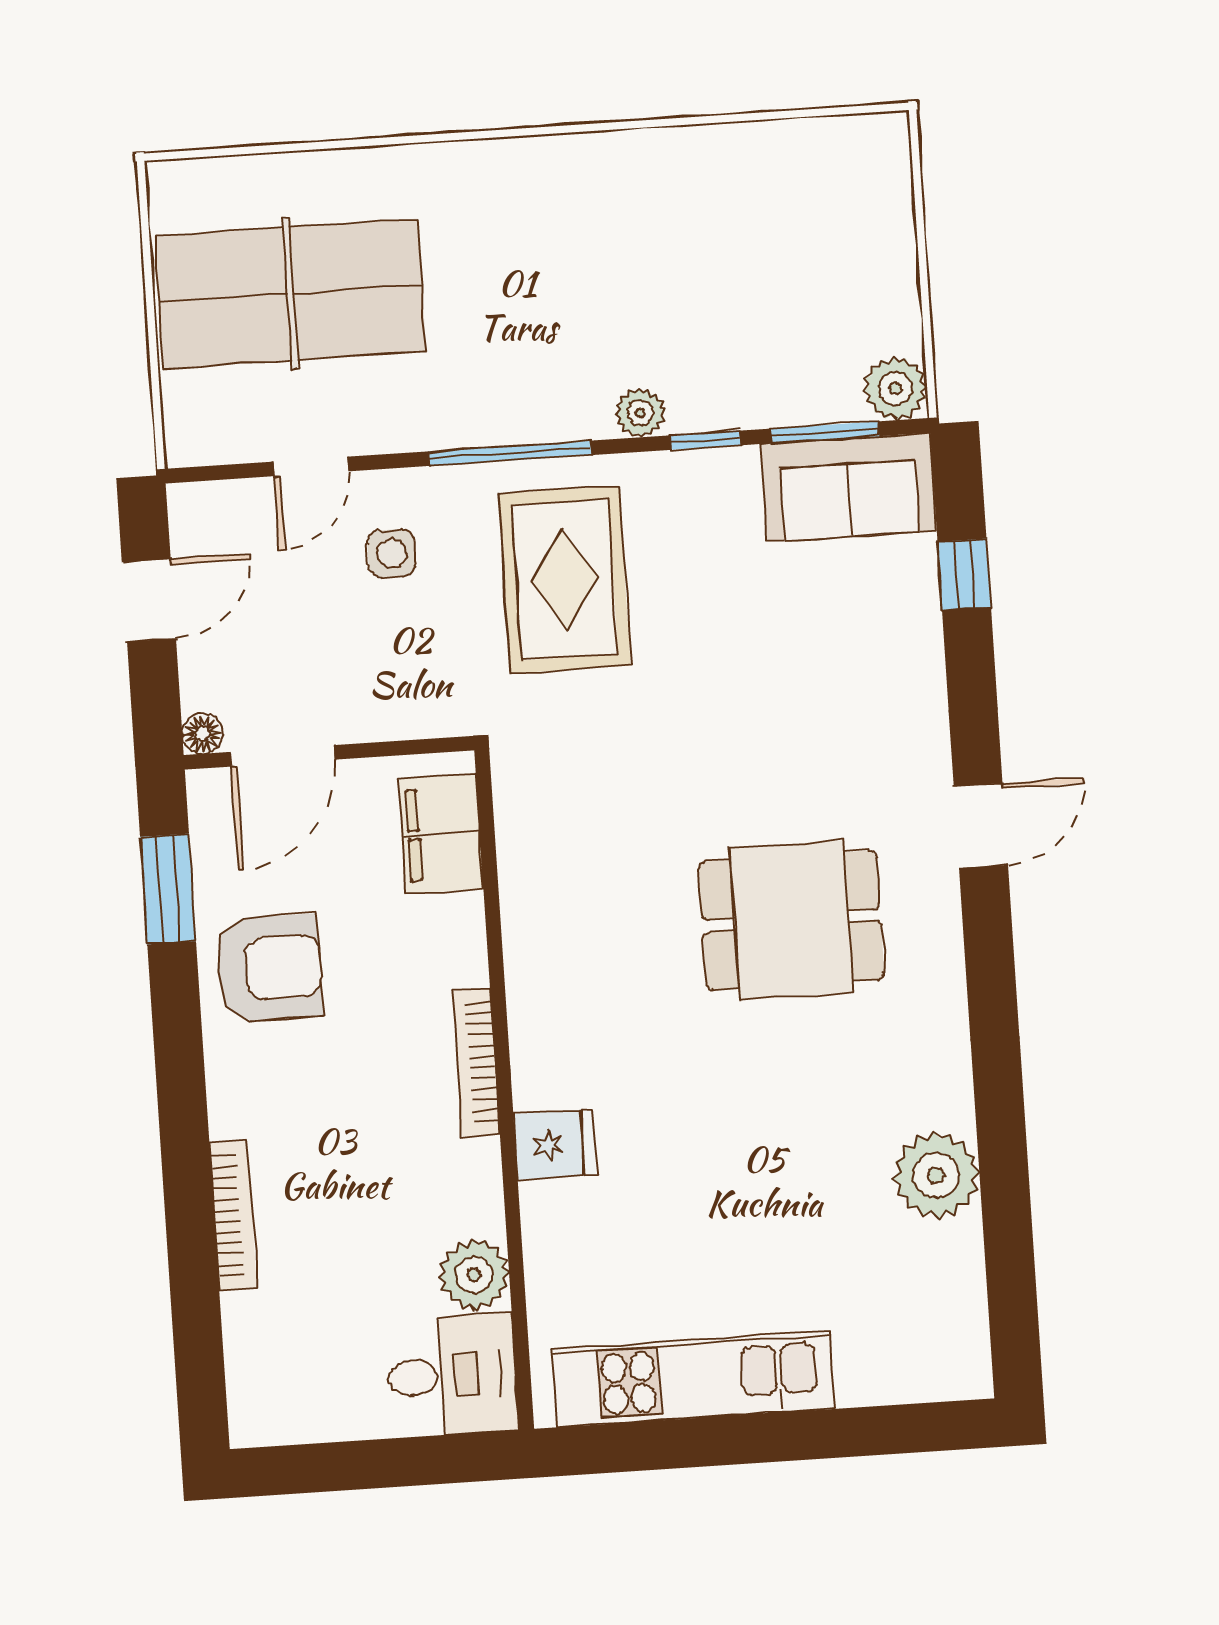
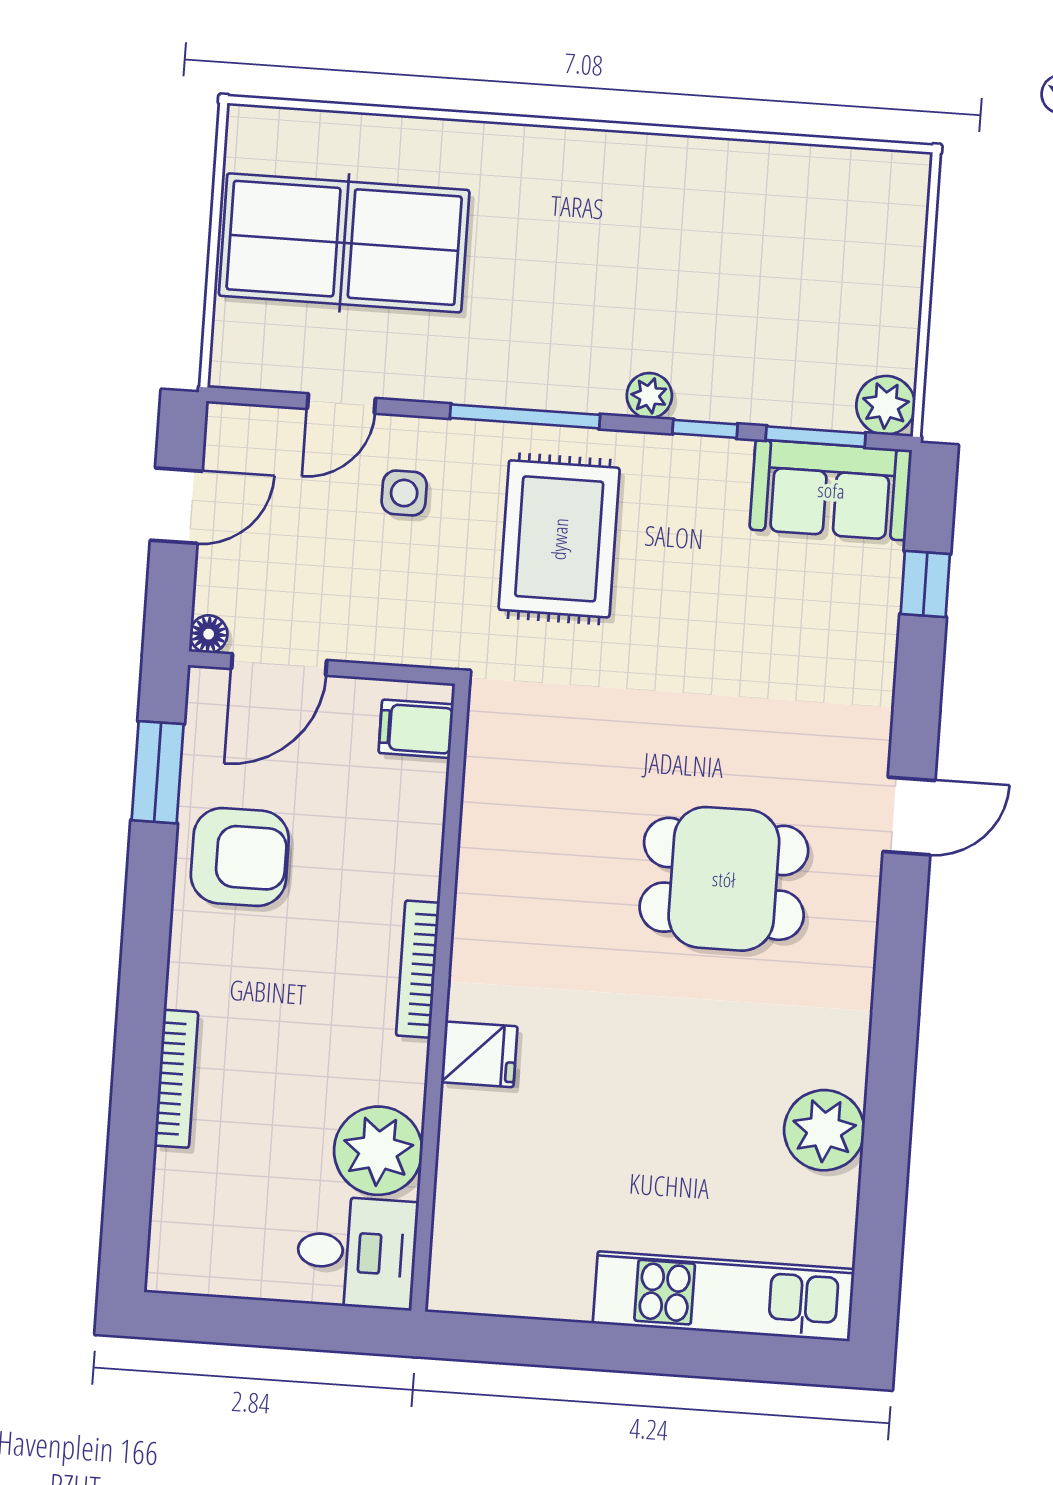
filing cabinet: (441, 834) -> (416, 729), width x0.50
plant: (474, 1275) -> (378, 1151), width x1.36, depth x1.36
kitchen unit: (693, 1379) -> (724, 1296), moved

